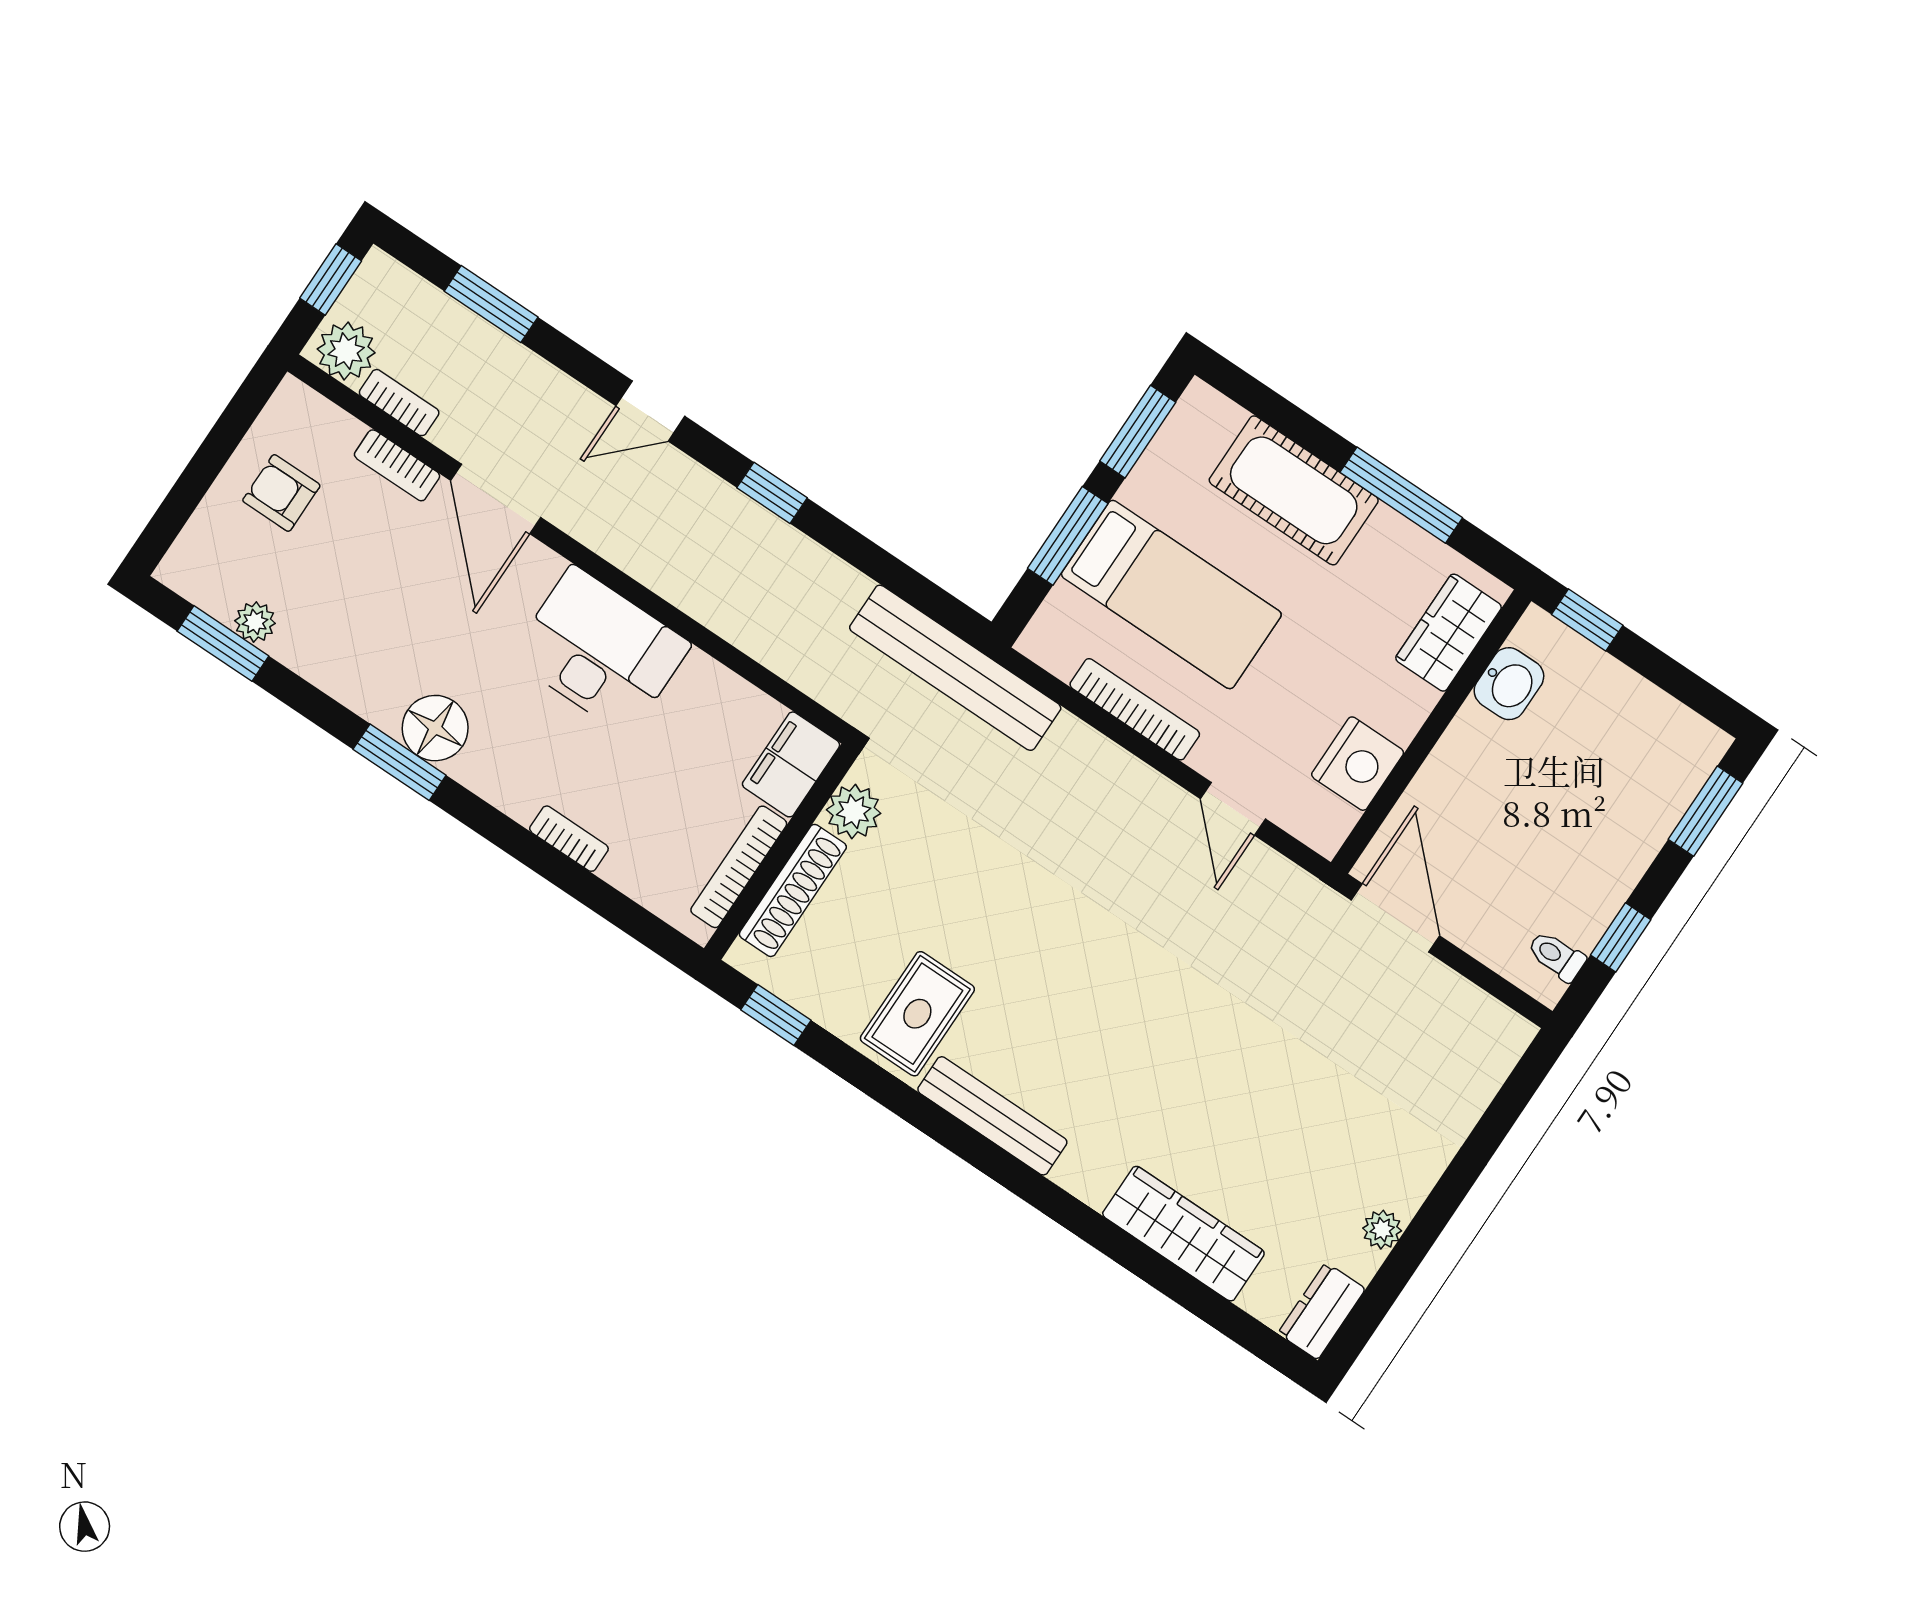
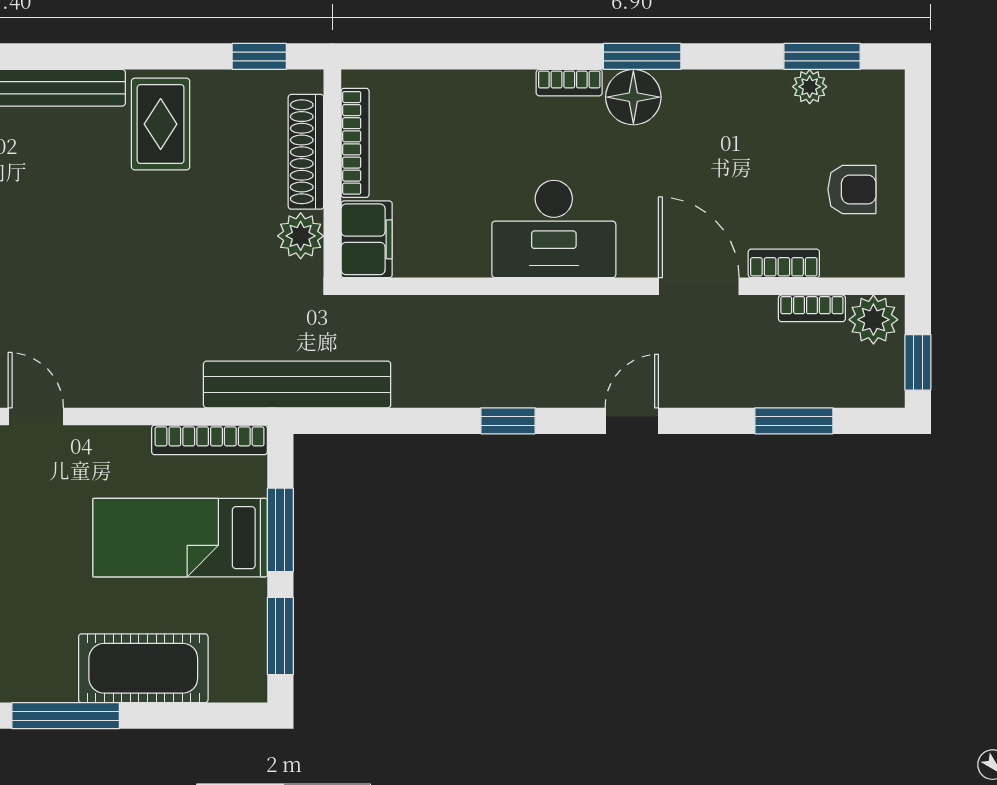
bookcase: (1135, 709) -> (210, 440), moved
bookcase: (569, 839) -> (569, 83), moved

